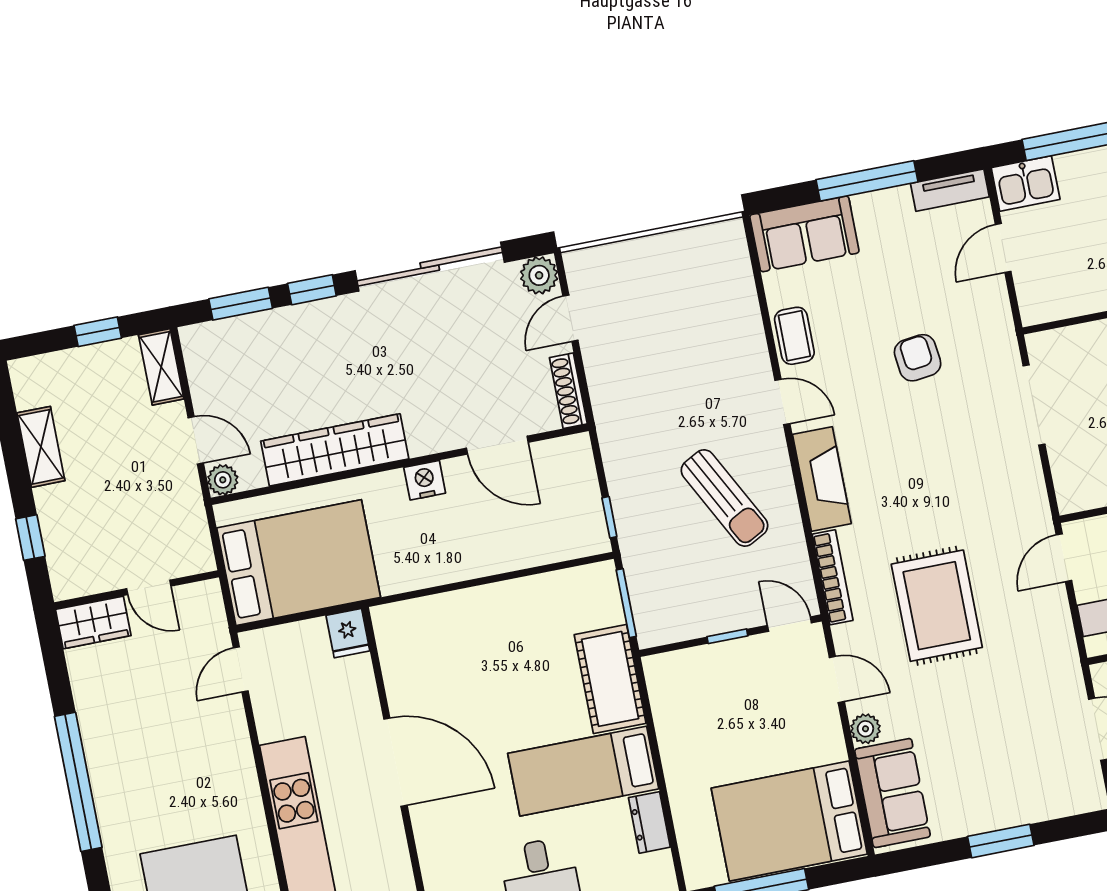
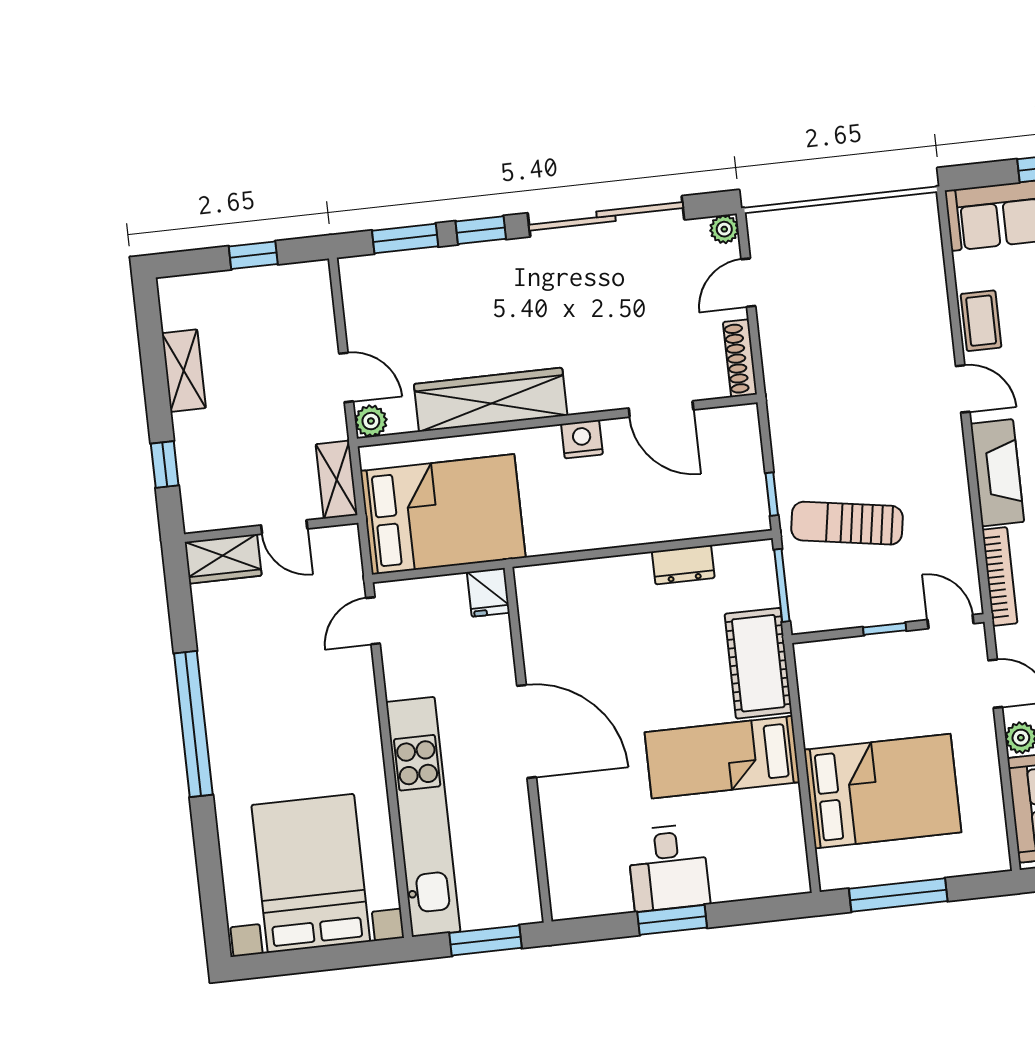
plant: (539, 275) -> (724, 229), width x0.73, depth x0.73
shelving: (161, 367) -> (337, 480), moved
sun lounger: (724, 498) -> (847, 523), moved, turned 127
bed: (789, 821) -> (883, 791), moved, turned 180
dresser: (649, 822) -> (683, 565), moved, turned -90

